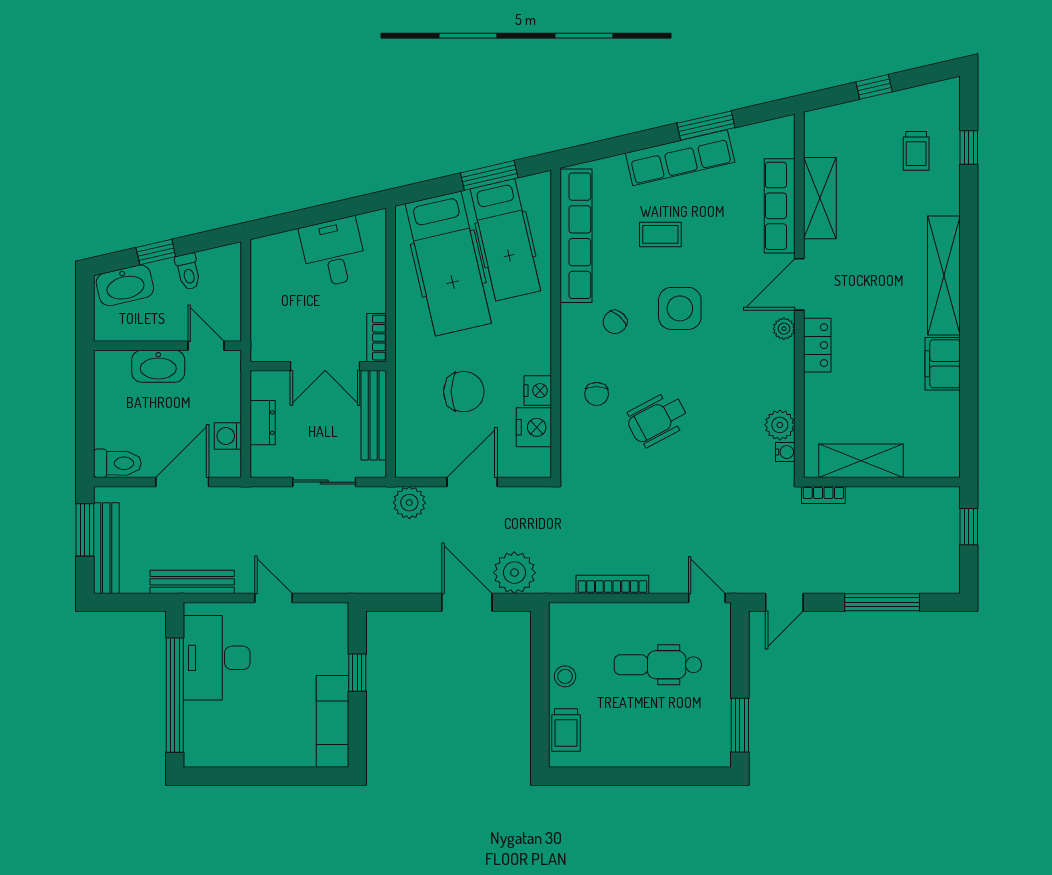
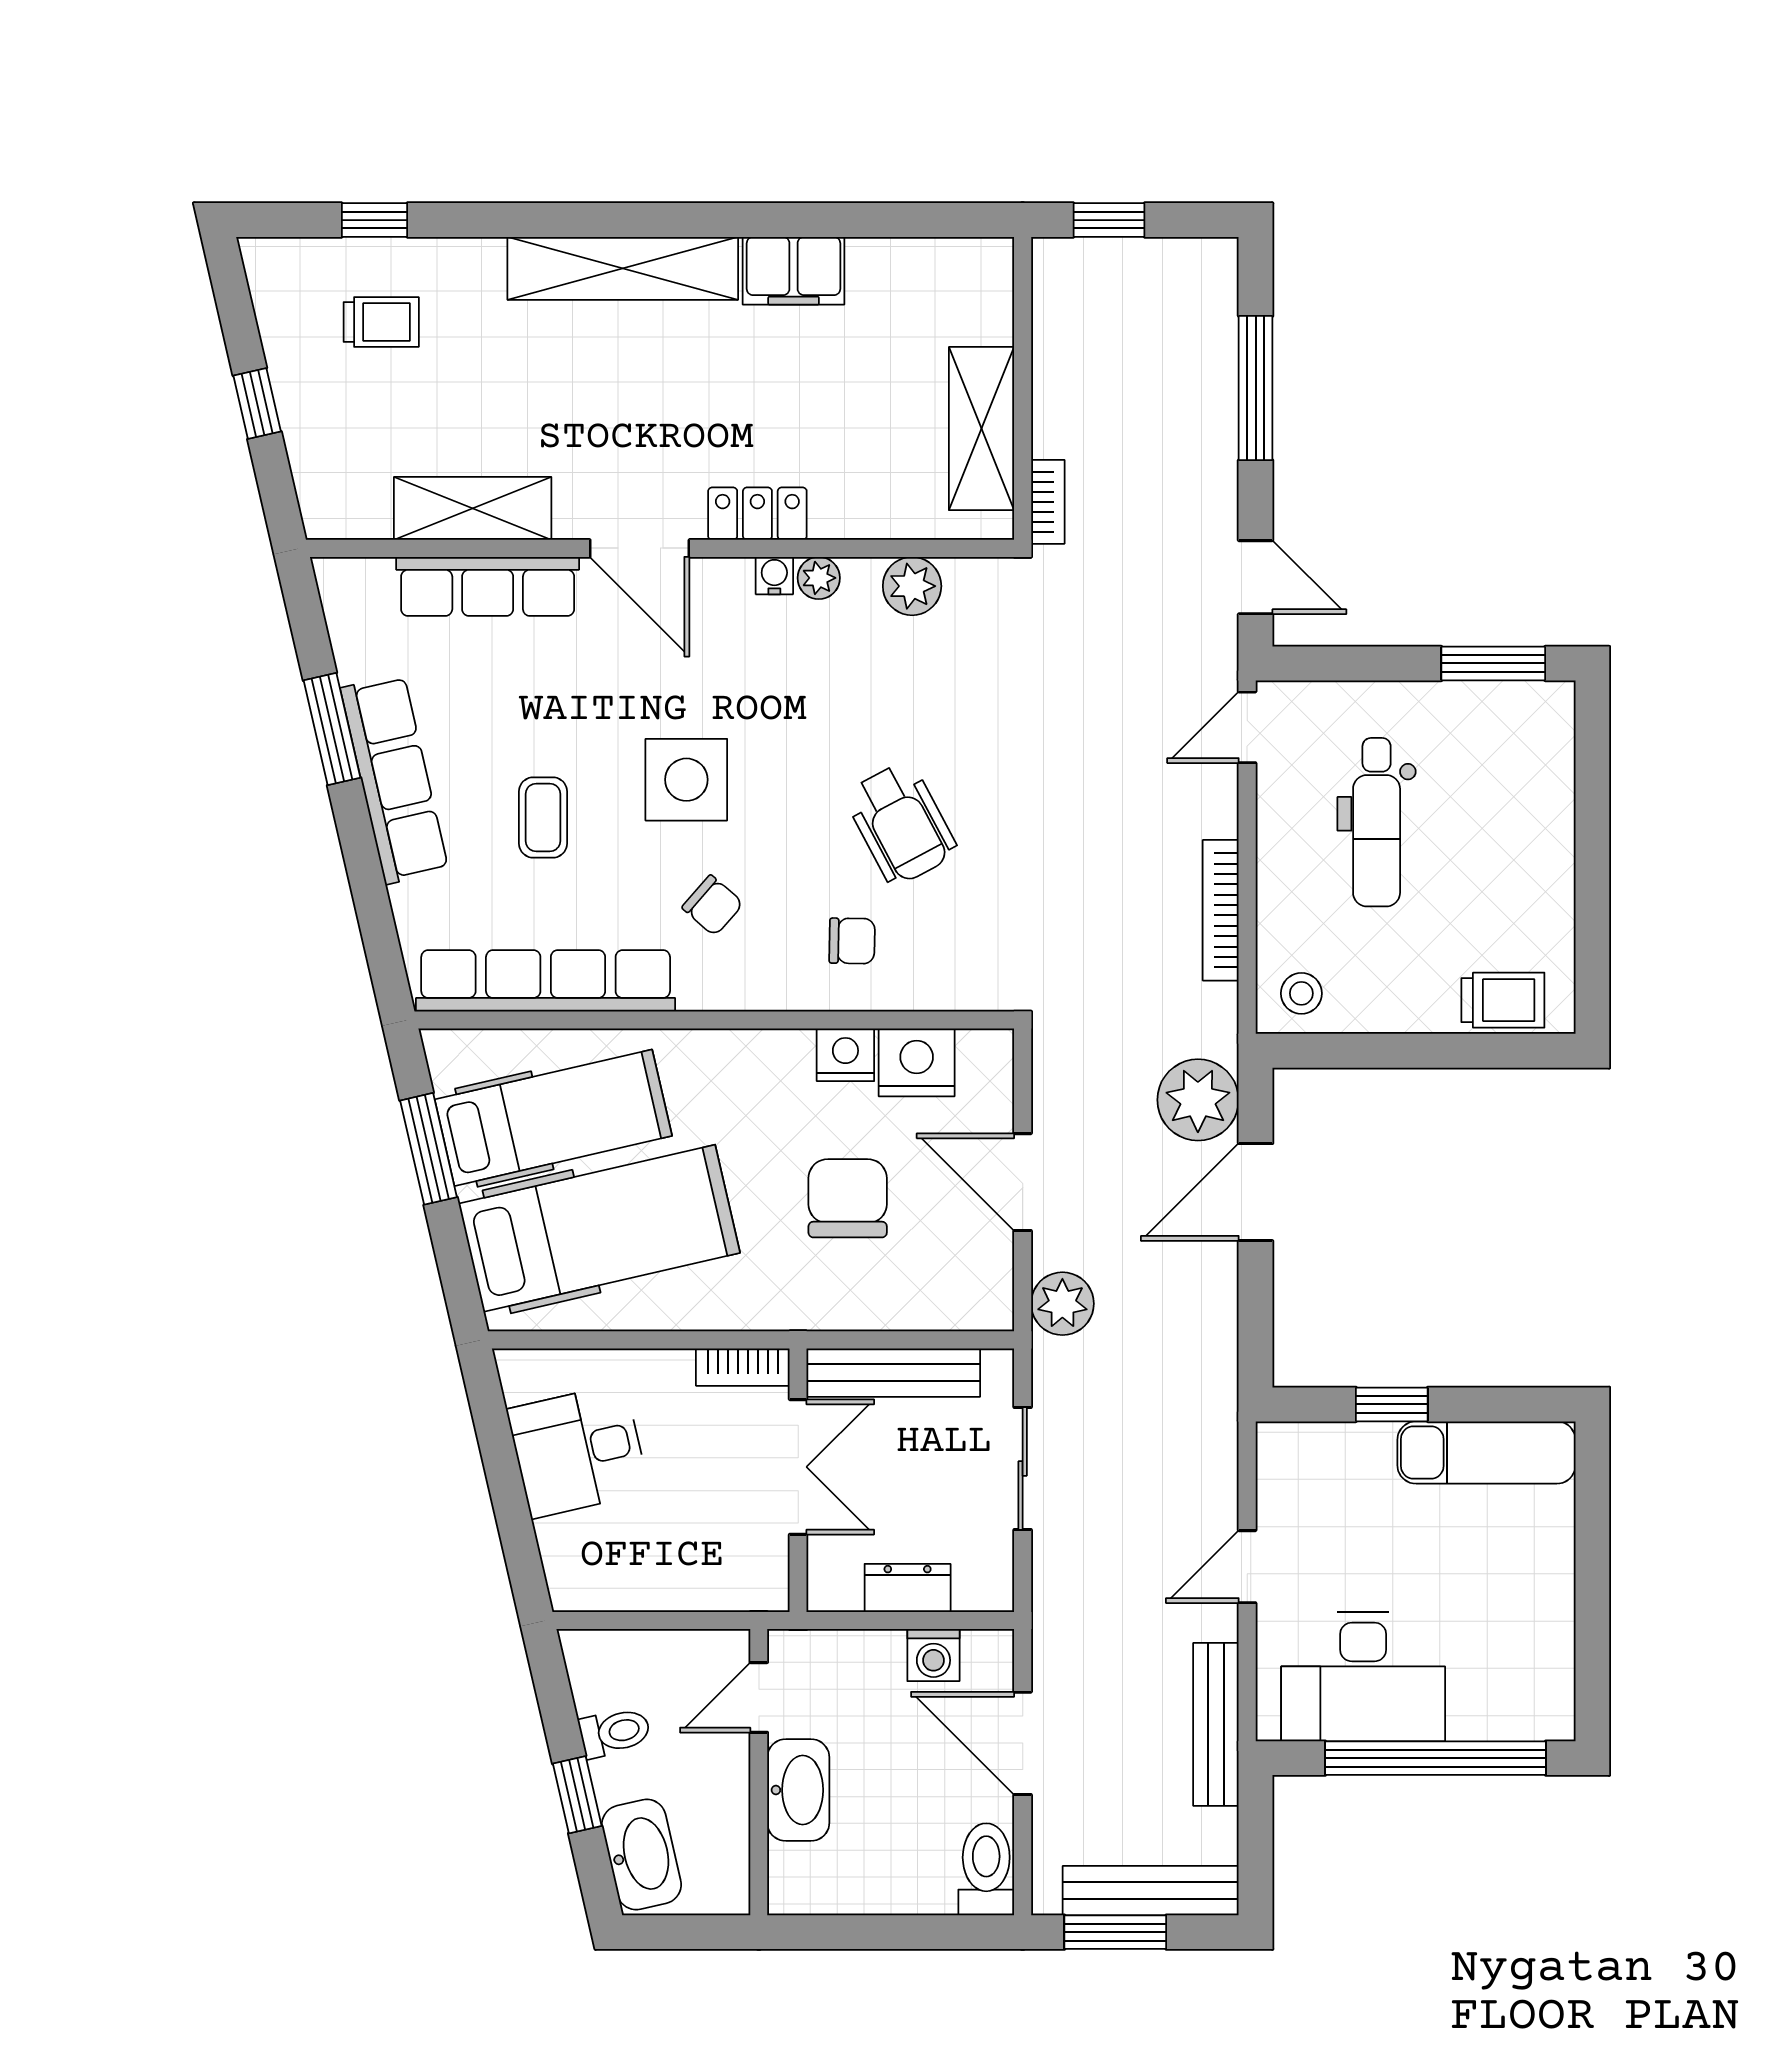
plant: (784, 329) -> (819, 578), moved
water cooler: (785, 452) -> (774, 576), moved
stool: (565, 676) -> (1301, 993), moved

